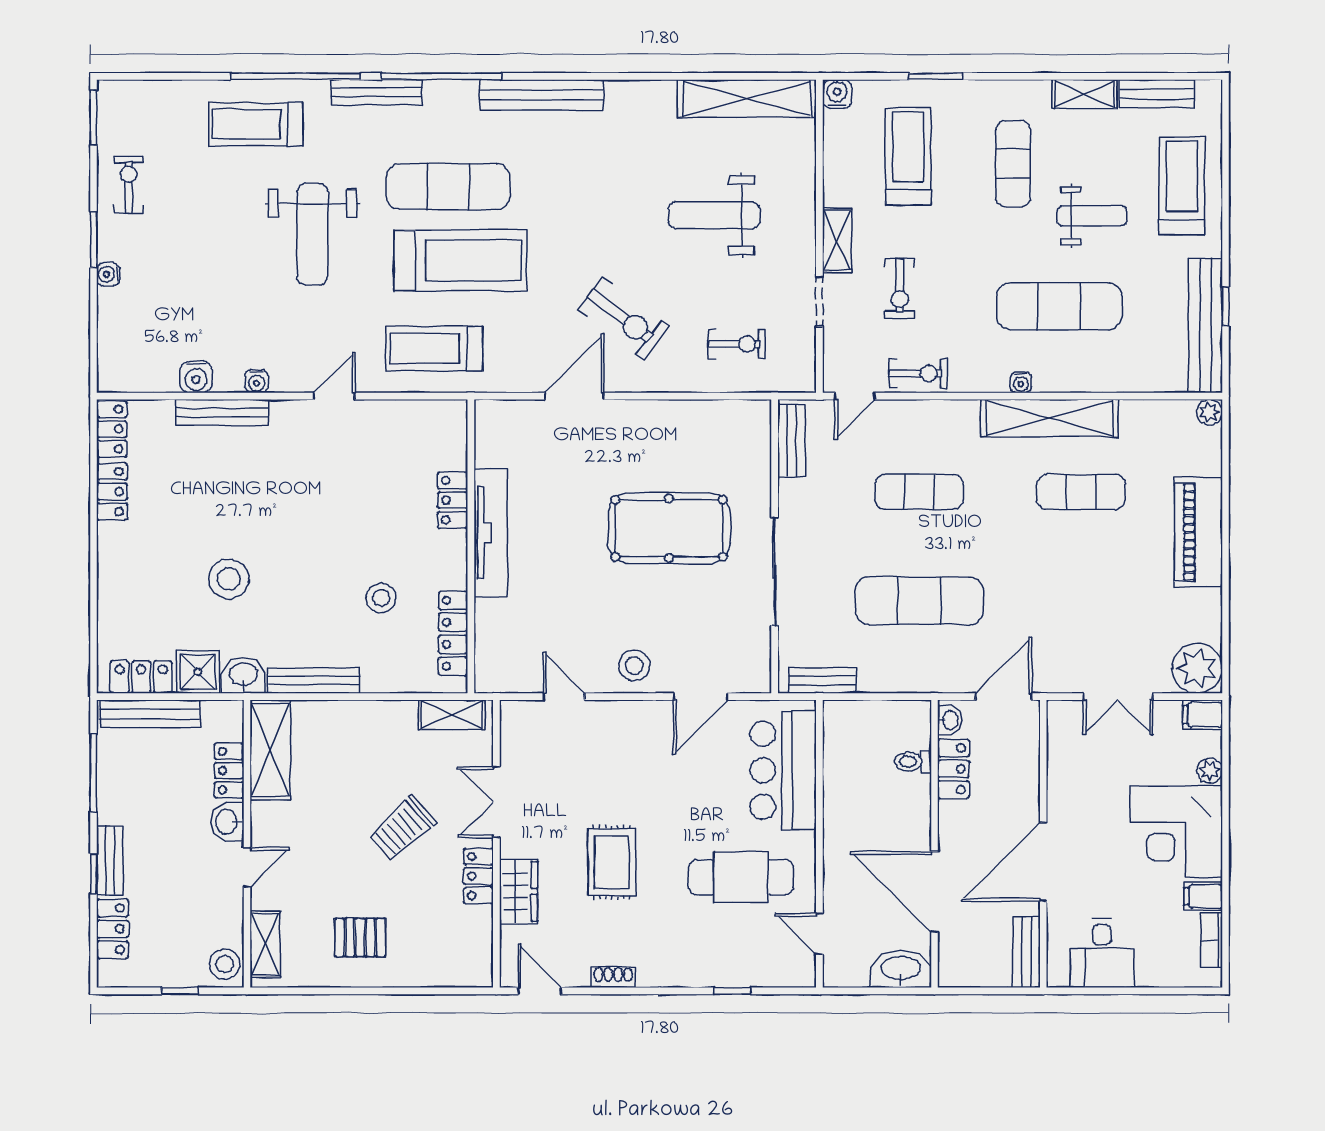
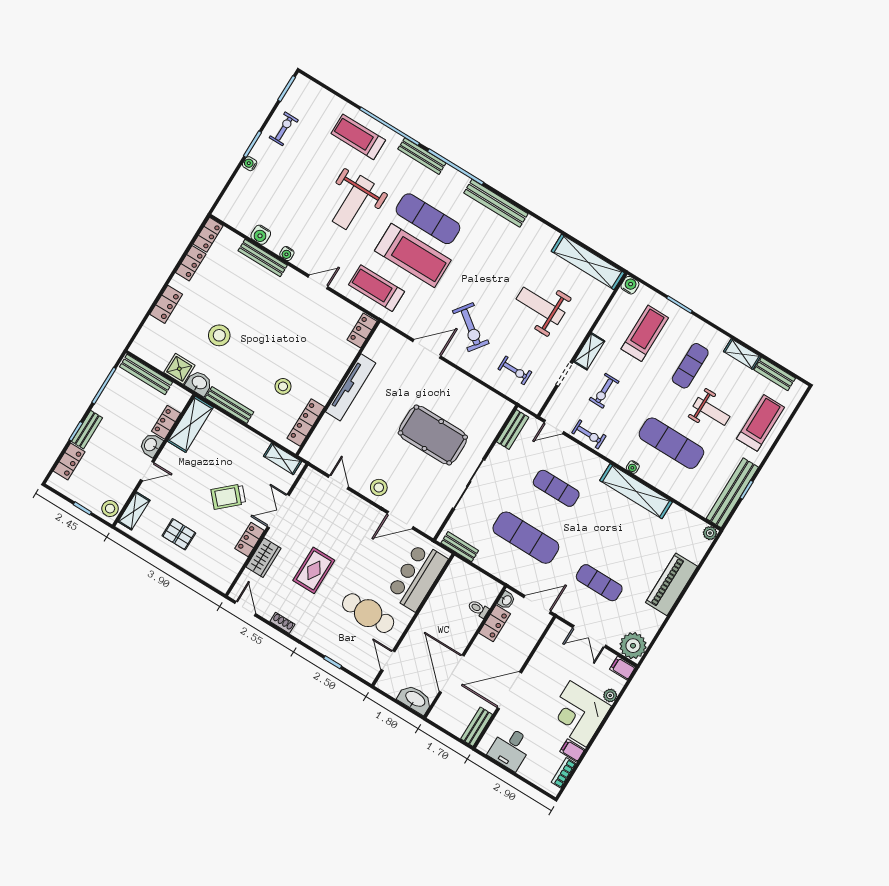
exercise mat: (1081, 492) -> (599, 583), moved
locker: (453, 500) -> (362, 331), moved
locker: (141, 677) -> (166, 304), moved, turned 90

